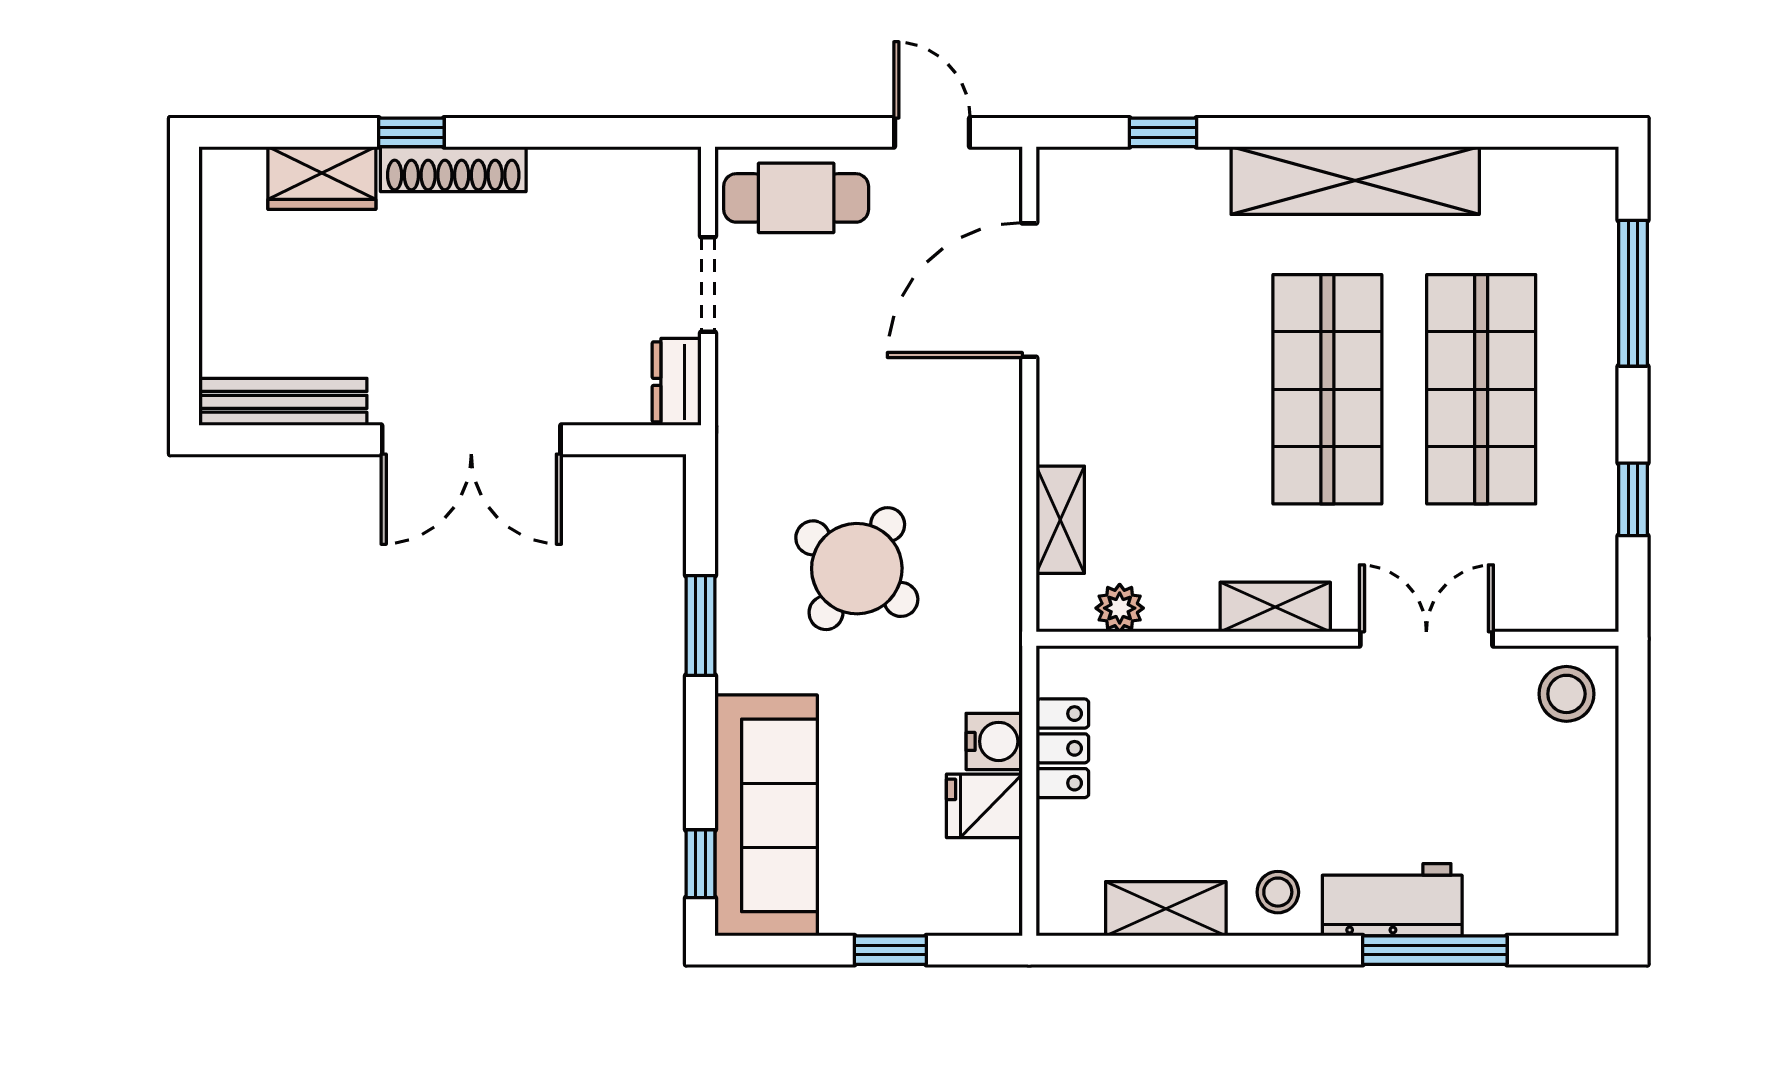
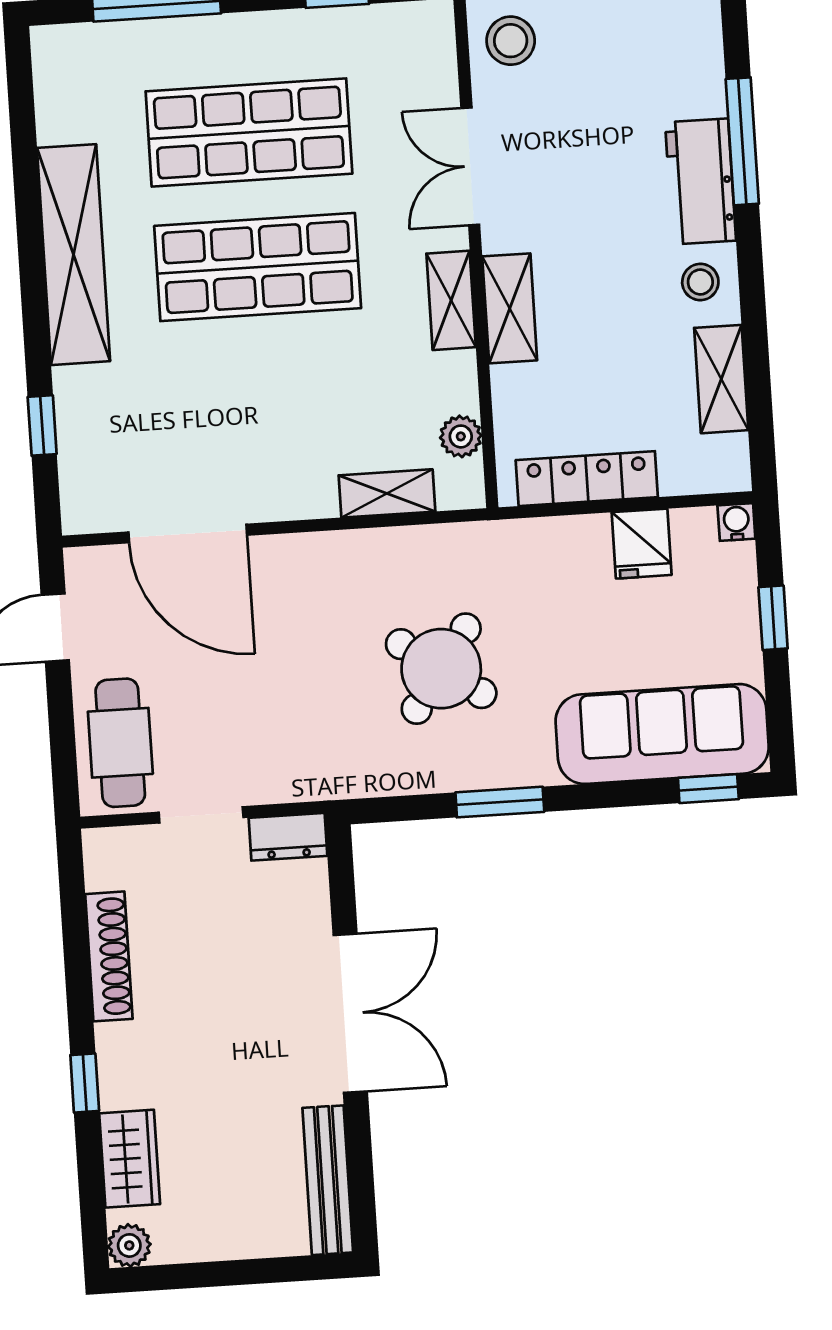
shoe rack: (453, 169) -> (109, 956), moved
plant: (223, 171) -> (129, 1245), added
shelving: (1262, 673) -> (510, 308), added
water cooler: (994, 741) -> (736, 522), moved, width x0.72, depth x0.72
locker: (1062, 748) -> (587, 479), width x1.53

